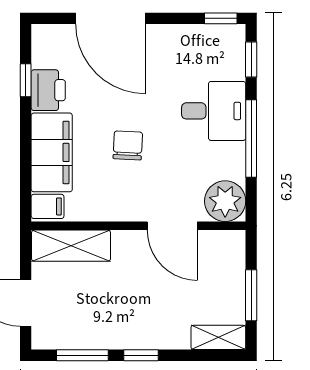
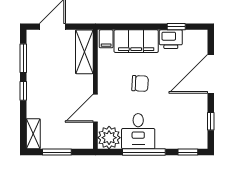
window: (221, 18) -> (211, 121), moved
desk: (214, 111) -> (138, 131), moved

